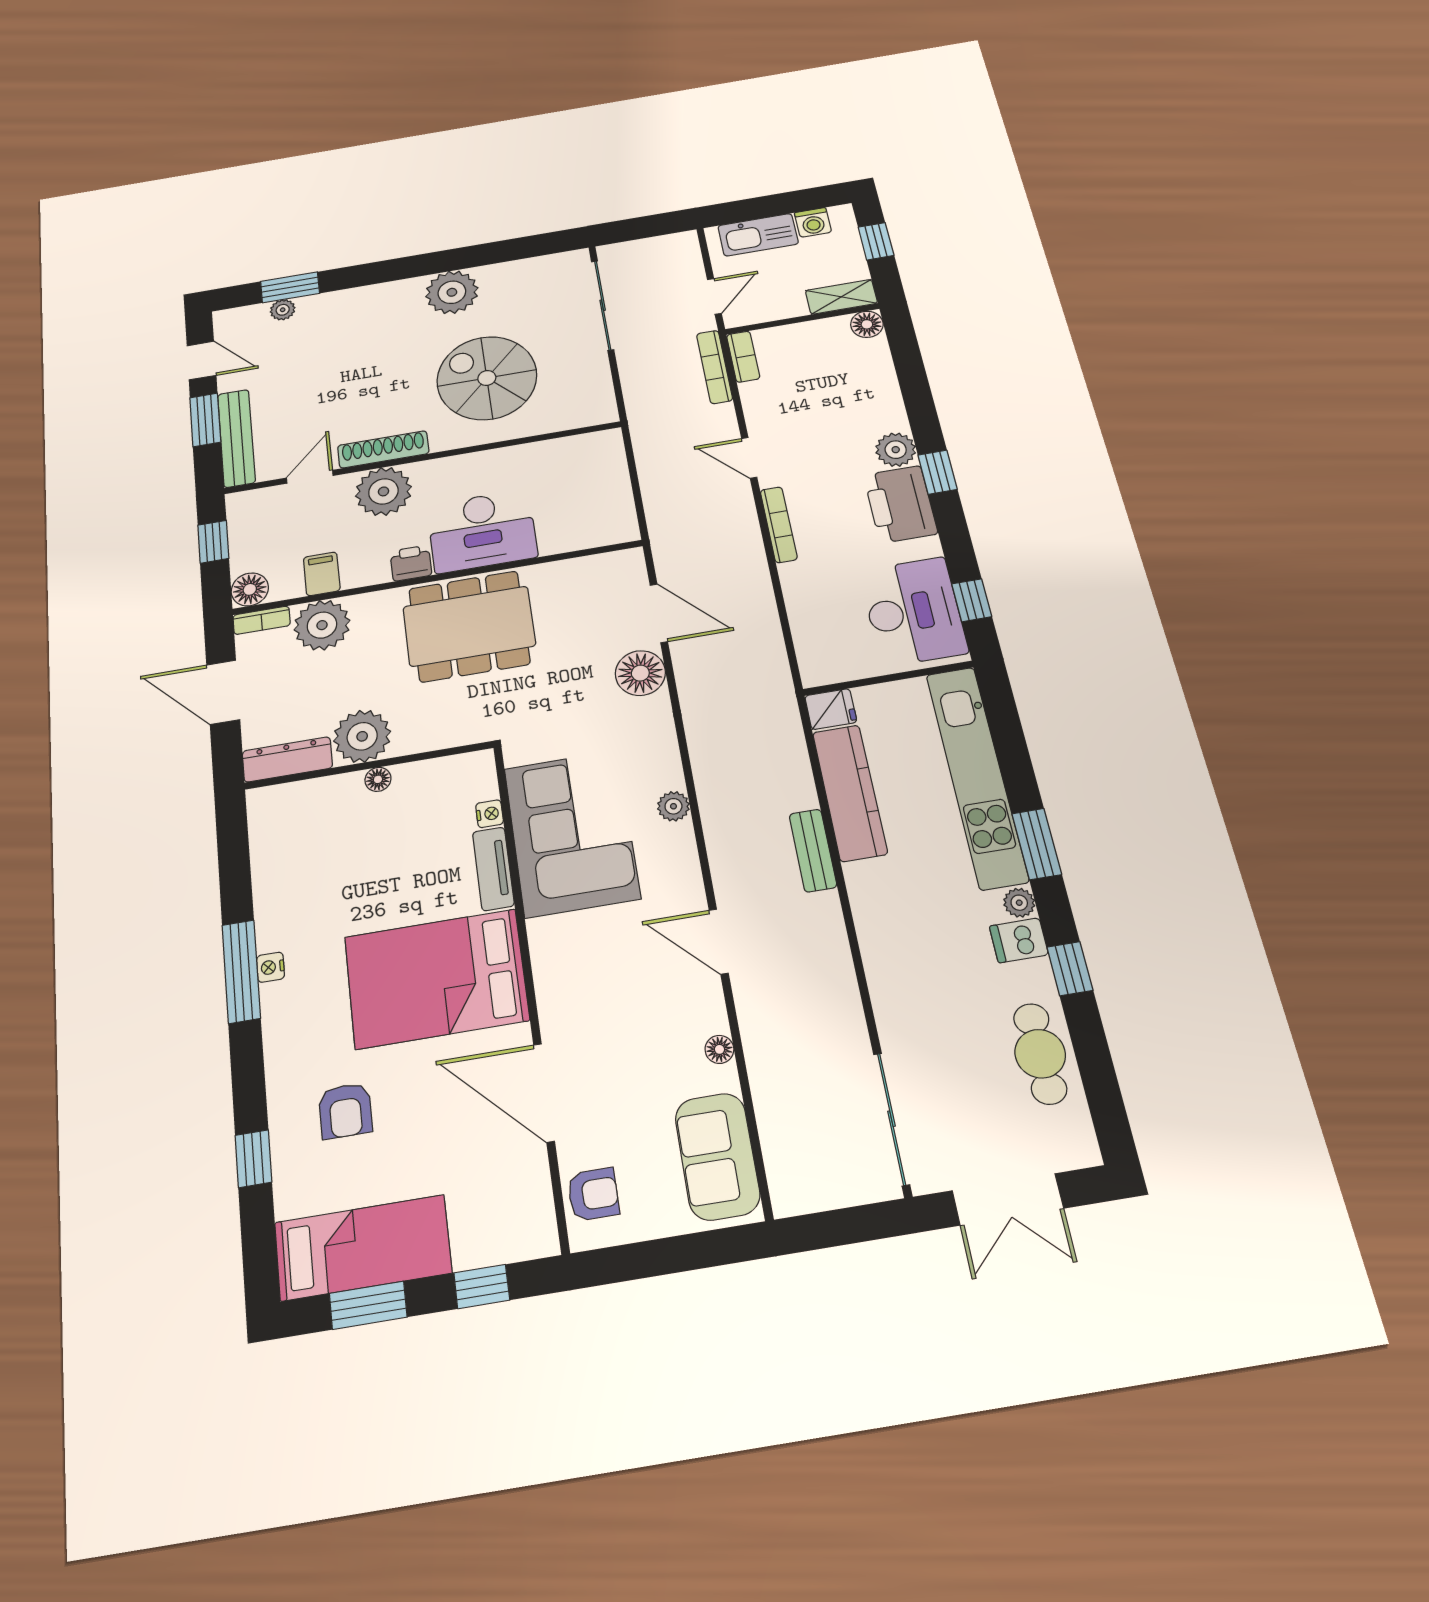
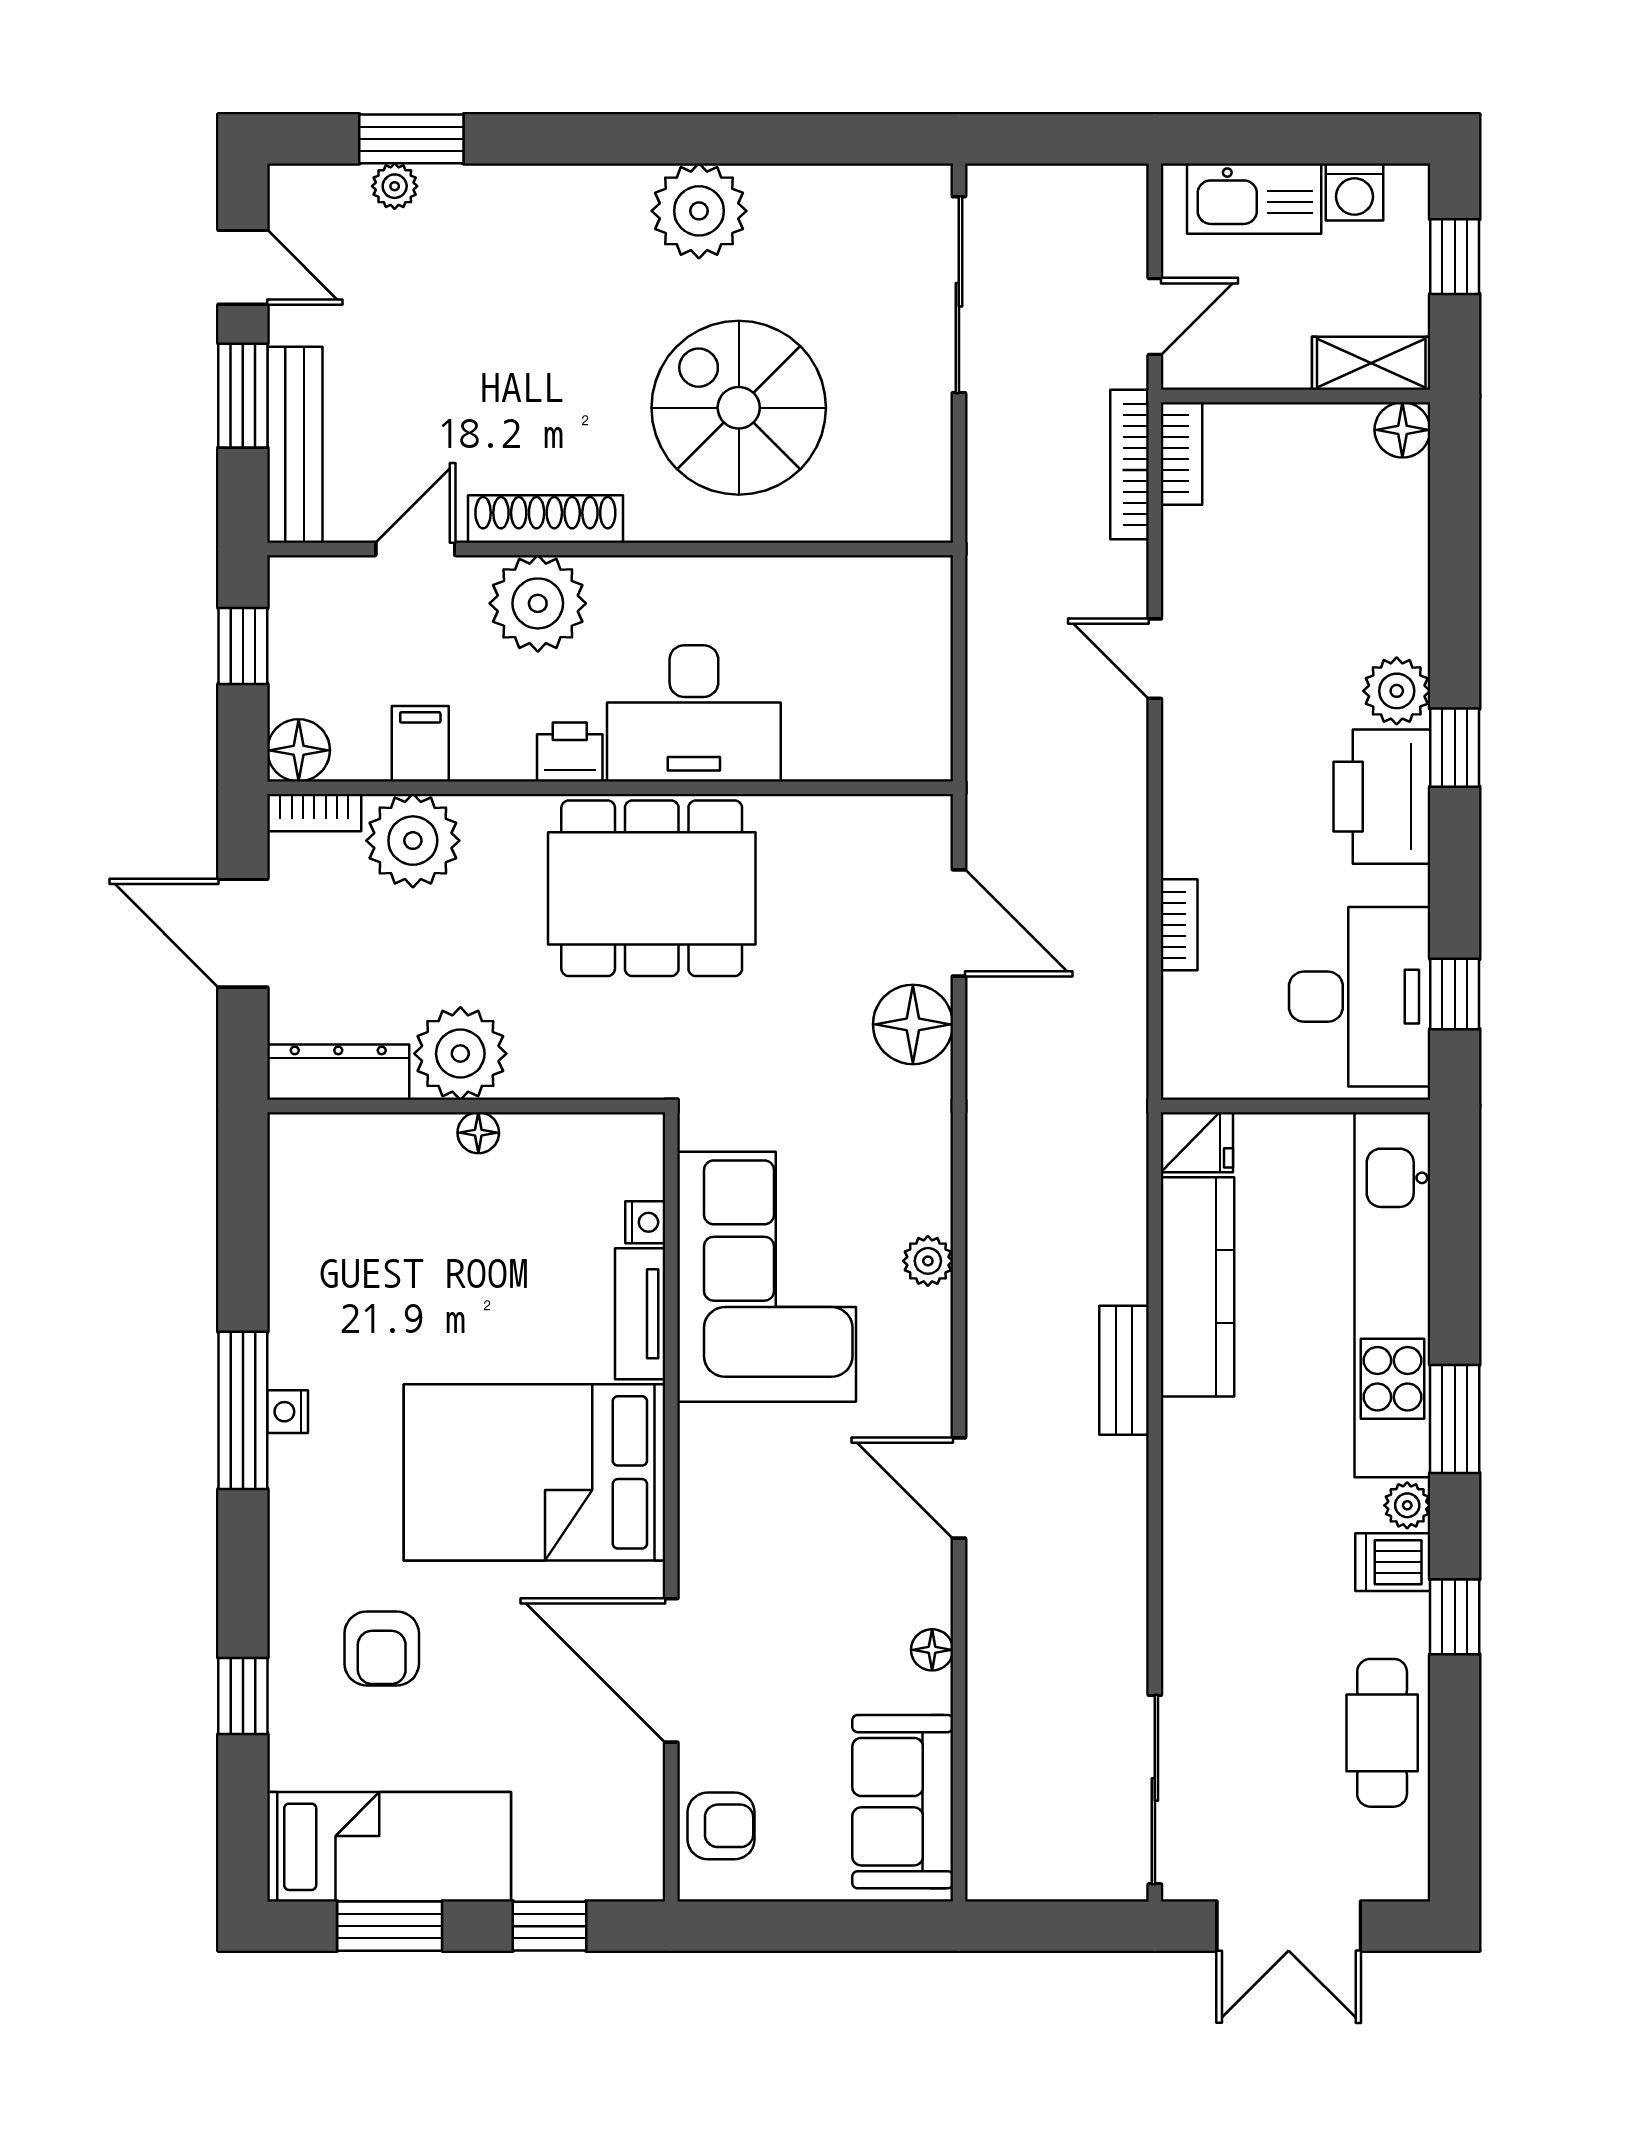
bookcase: (779, 525) -> (1179, 925), moved, width x0.64

